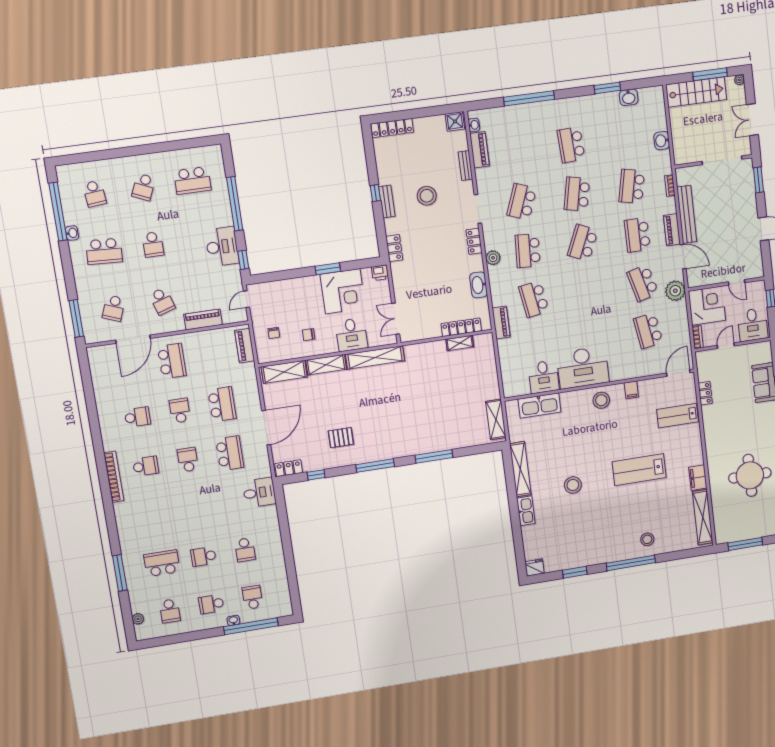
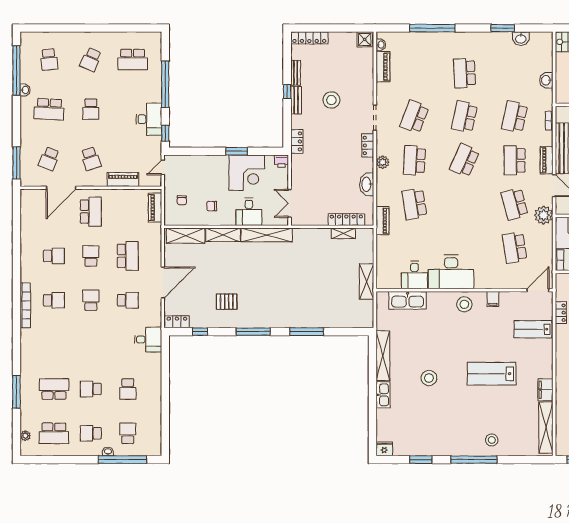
bench: (466, 165) -> (296, 73), moved
shelving: (496, 419) -> (367, 281), moved
school desk: (230, 453) -> (128, 300), width x0.54
school desk: (170, 611) -> (54, 433), width x1.85

